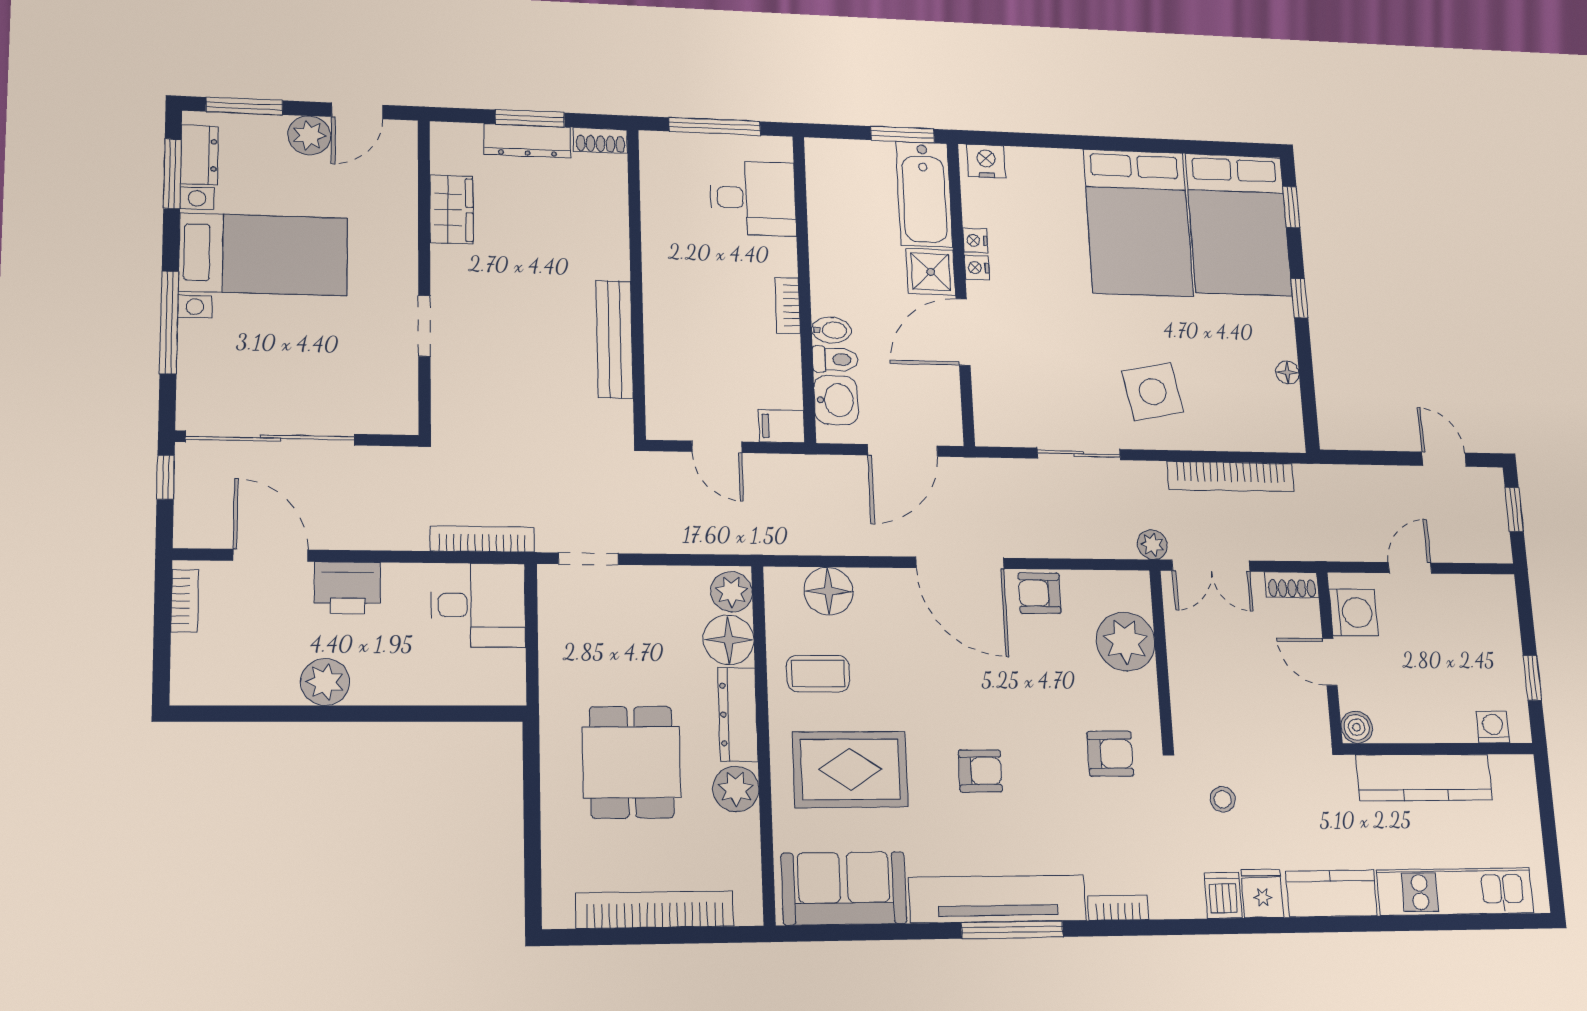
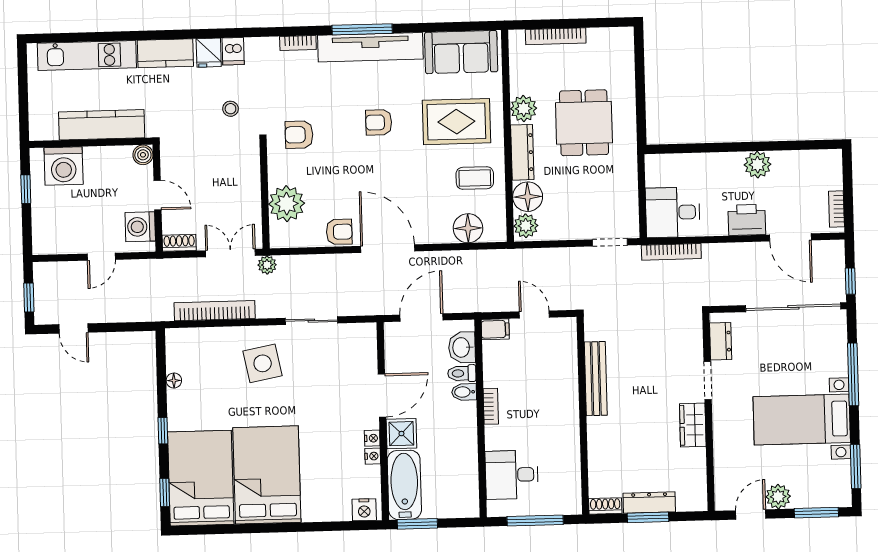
dresser: (199, 155) -> (721, 341), moved, turned 180
wardrobe: (451, 209) -> (693, 425), moved
washing machine: (1493, 727) -> (64, 166), width x1.89, depth x1.89
bookcase: (655, 910) -> (556, 36), width x0.68, depth x0.76

